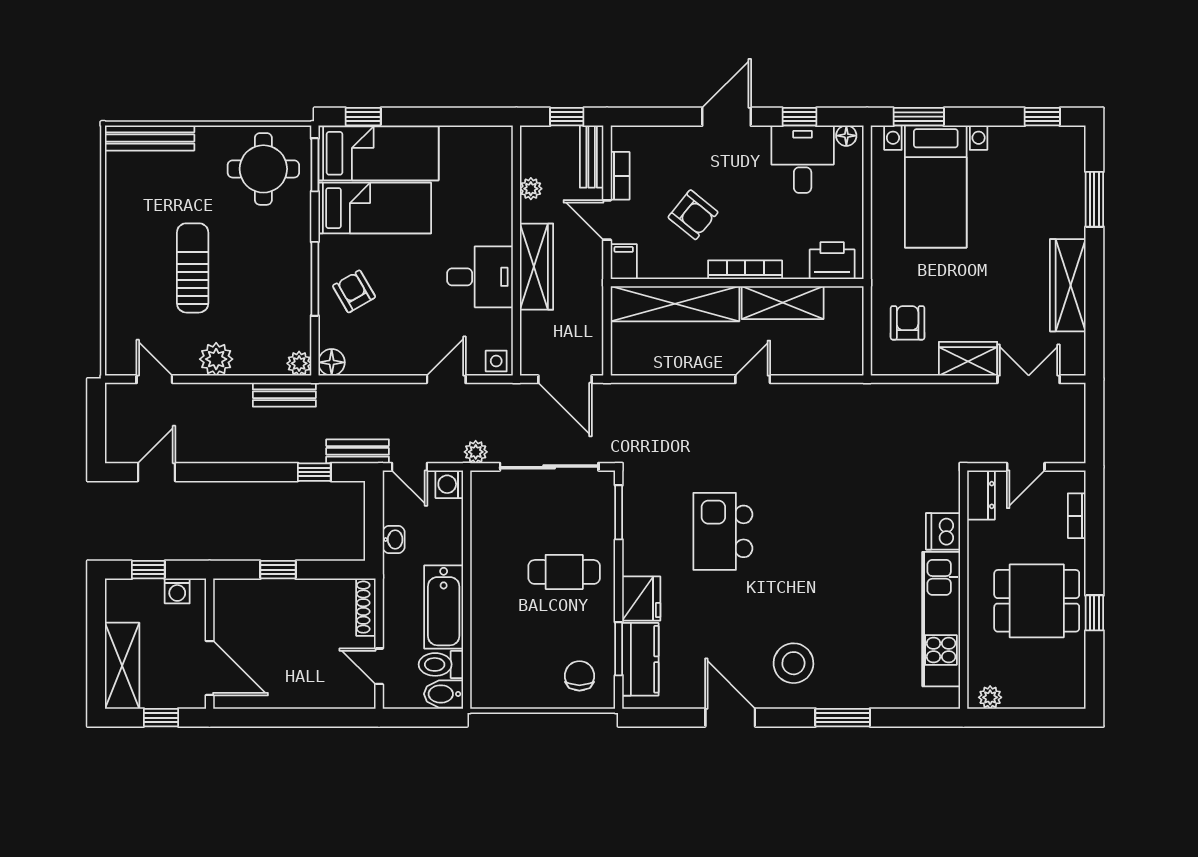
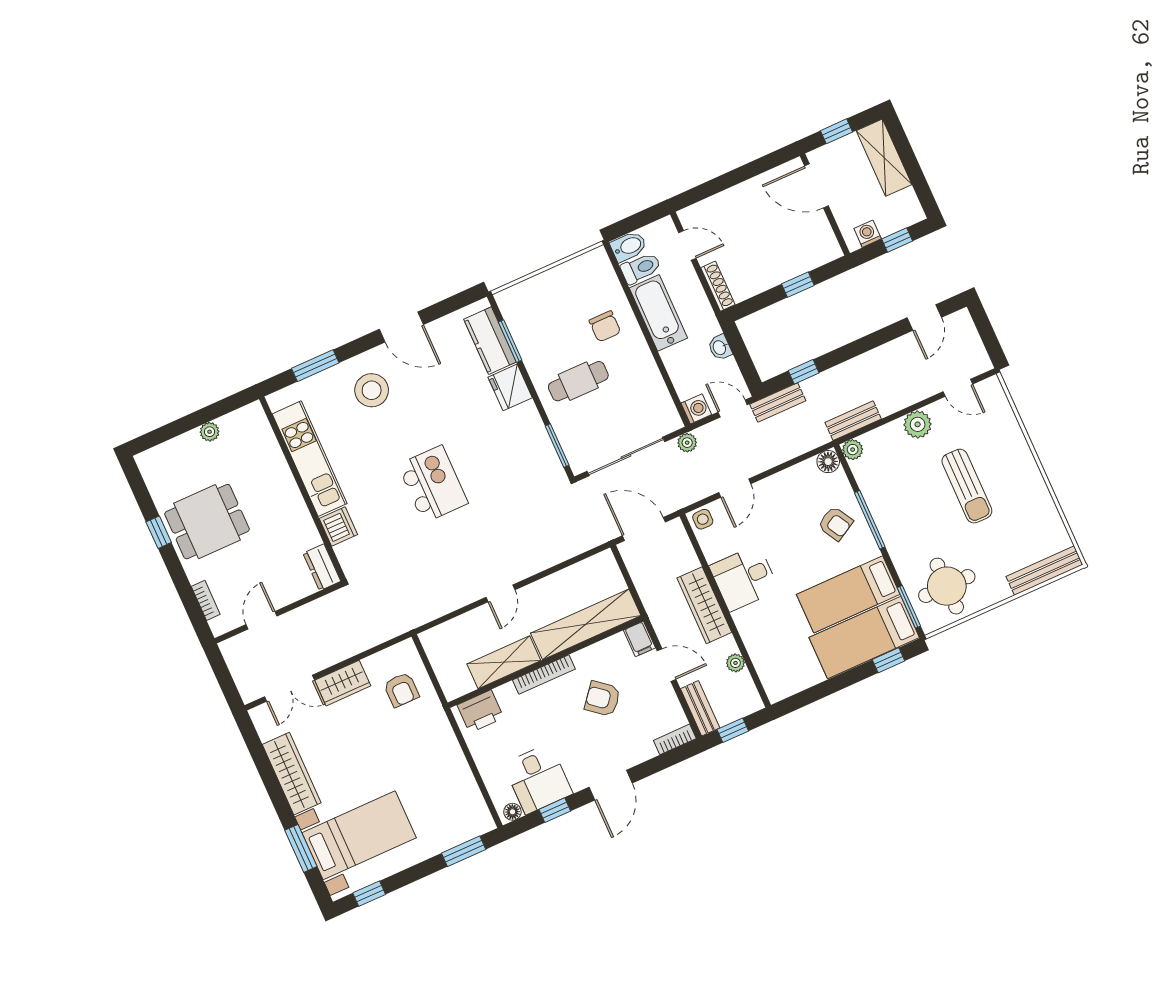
bookcase: (620, 176) -> (675, 739), moved, turned 90
bed with nightstands: (936, 187) -> (359, 835), moved, turned 90
dresser: (981, 495) -> (322, 567), moved
kitchen island: (723, 531) -> (433, 484), moved
dishwasher: (943, 531) -> (338, 526), moved
wall: (964, 590) -> (303, 489), moved
kitchen unit: (941, 619) -> (310, 459), moved
chair: (579, 676) -> (605, 326), moved

